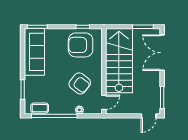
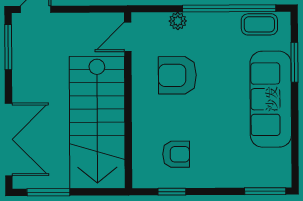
armchair: (81, 45) -> (176, 154), width x0.53, depth x0.53
sofa: (34, 52) -> (271, 99), moved
armchair: (80, 83) -> (177, 75), turned -38

